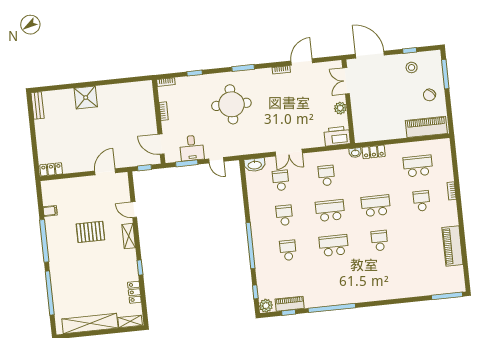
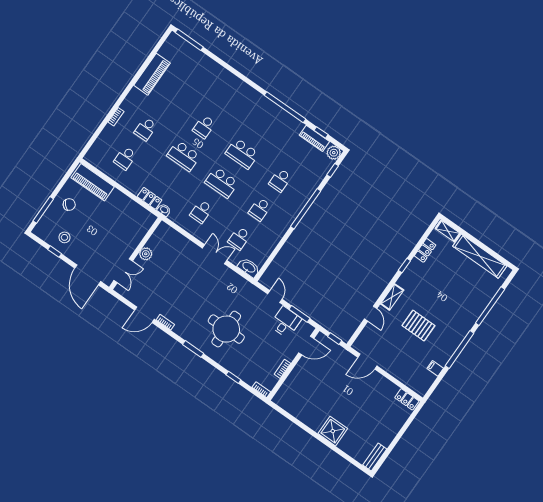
printer: (337, 136) -> (167, 235), removed
door: (161, 144) -> (306, 346), hinge flipped
school desk: (418, 166) -> (125, 158), width x0.54

